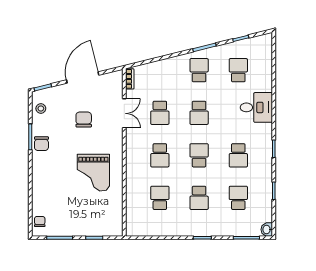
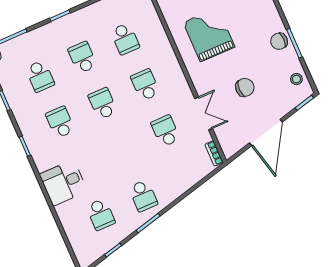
double door: (124, 113) -> (204, 113), swing flipped
school desk: (199, 113) -> (123, 150), removed
chair: (84, 119) -> (245, 87), turned -90
chair: (41, 144) -> (279, 41), turned -90
school desk: (199, 155) -> (103, 104), turned 180

